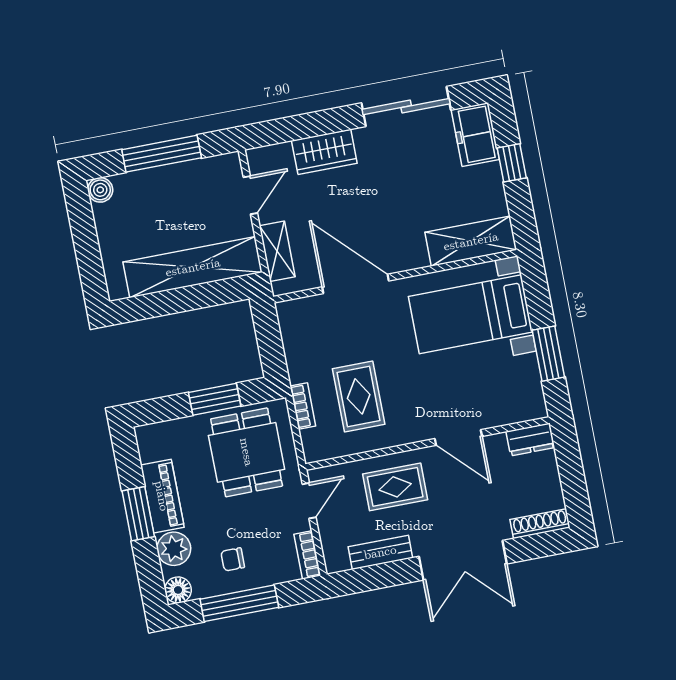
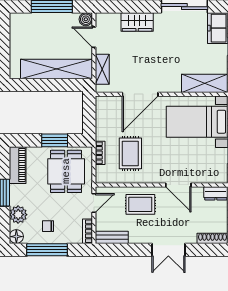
boiler: (100, 190) -> (86, 19), moved
door: (250, 195) -> (94, 37), swing flipped
door: (356, 284) -> (140, 94), swing flipped
piano: (162, 496) -> (18, 165), moved
bench: (380, 552) -> (112, 237), moved
double door: (463, 560) -> (168, 250), width x0.73

